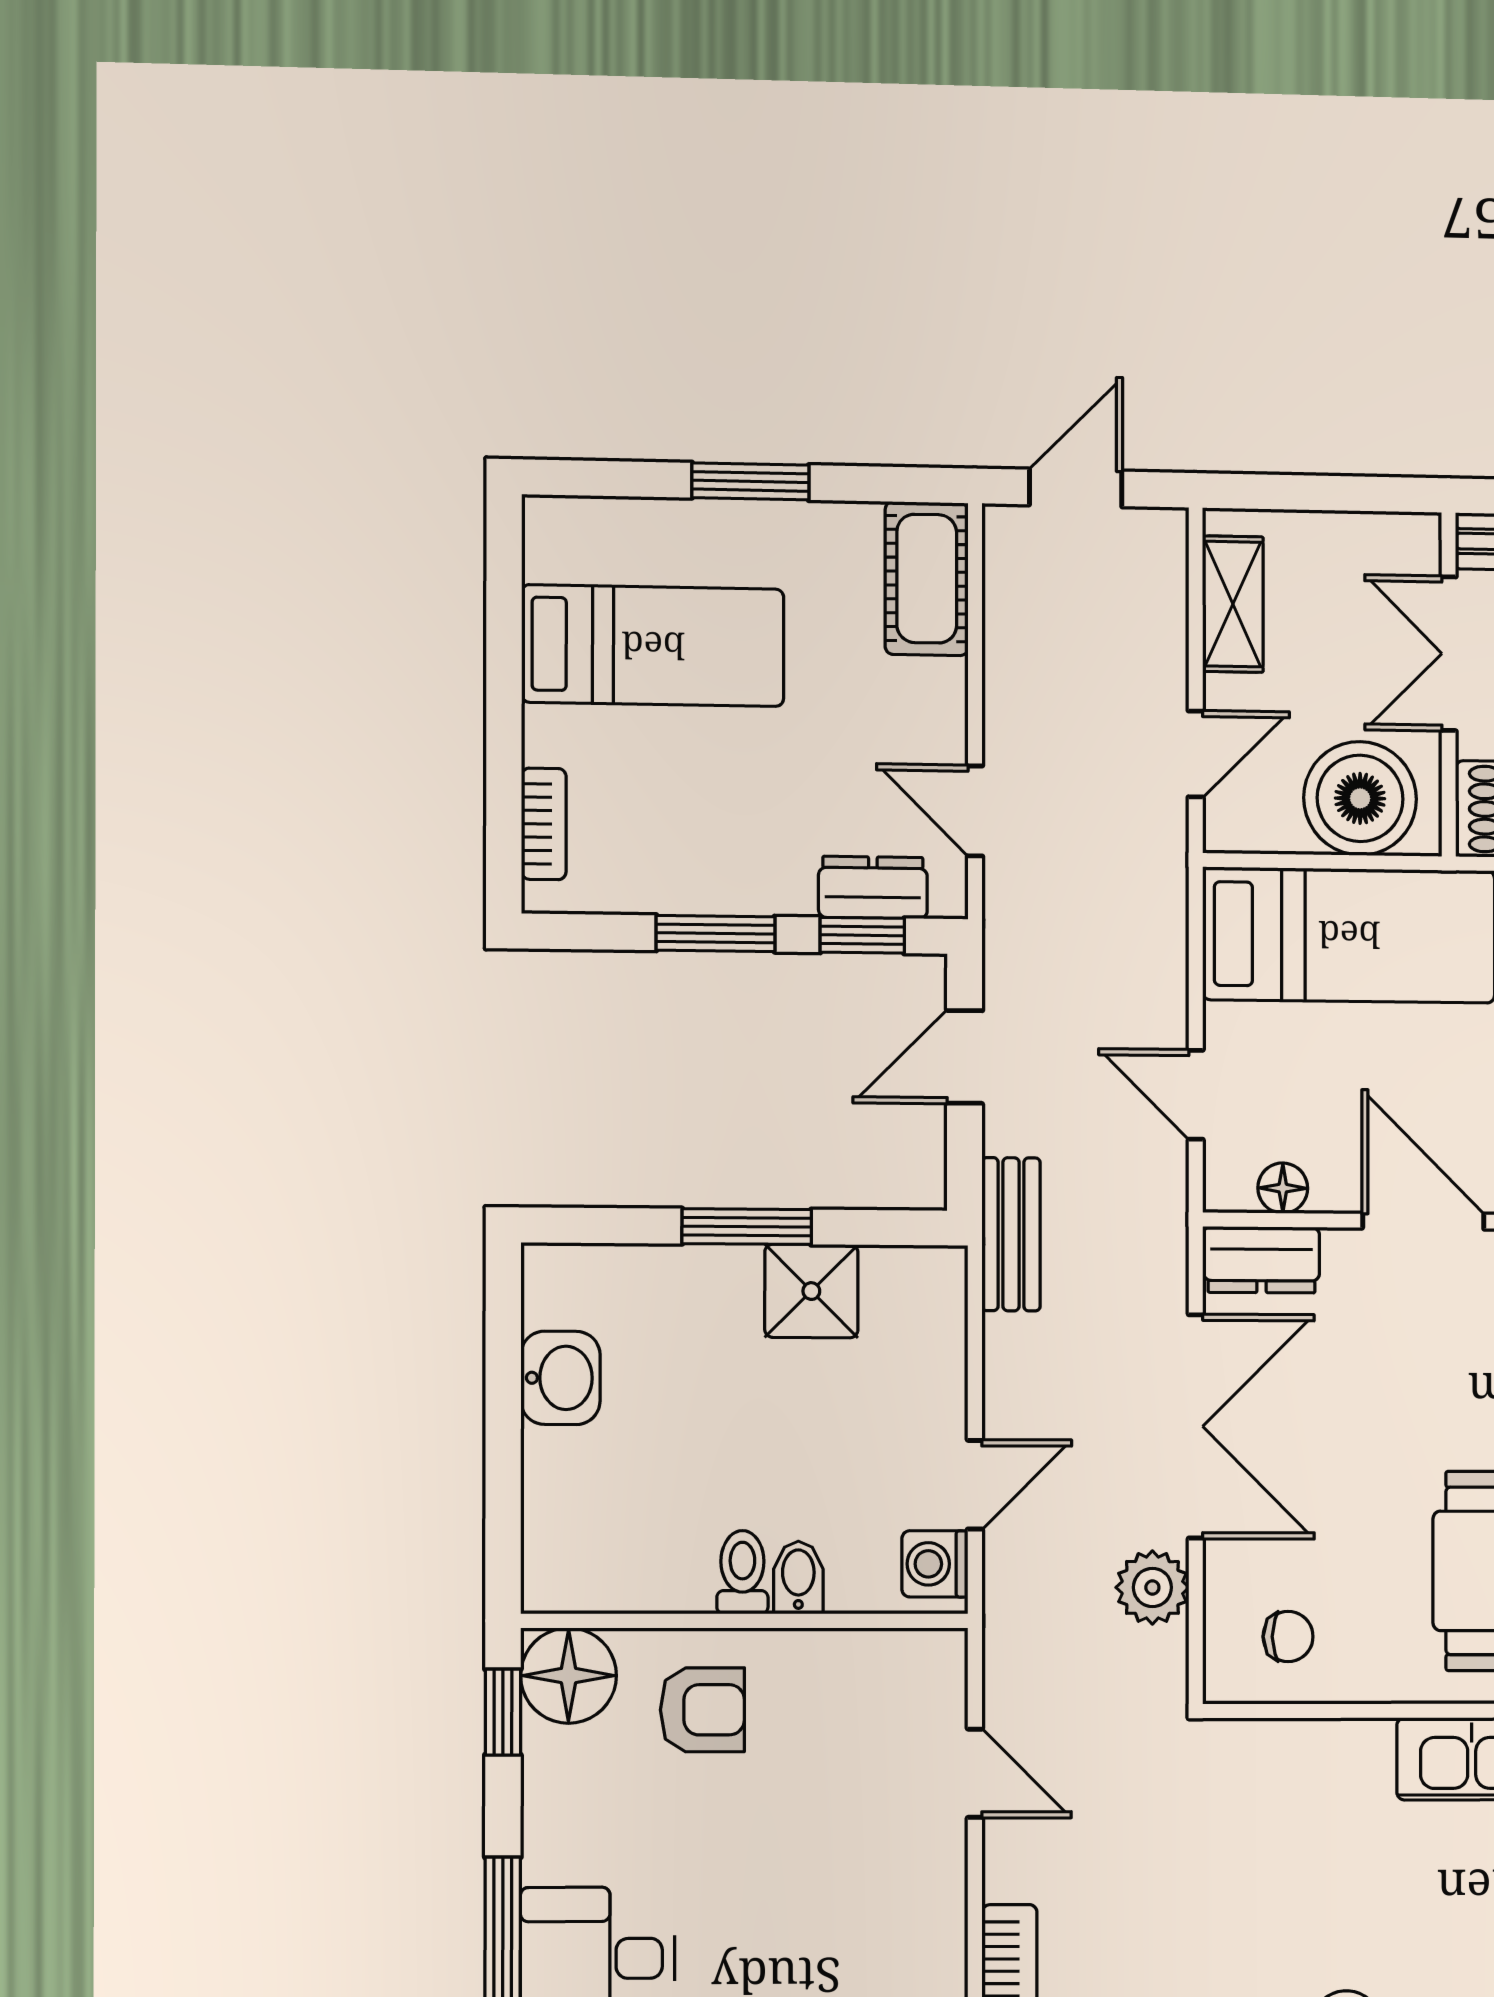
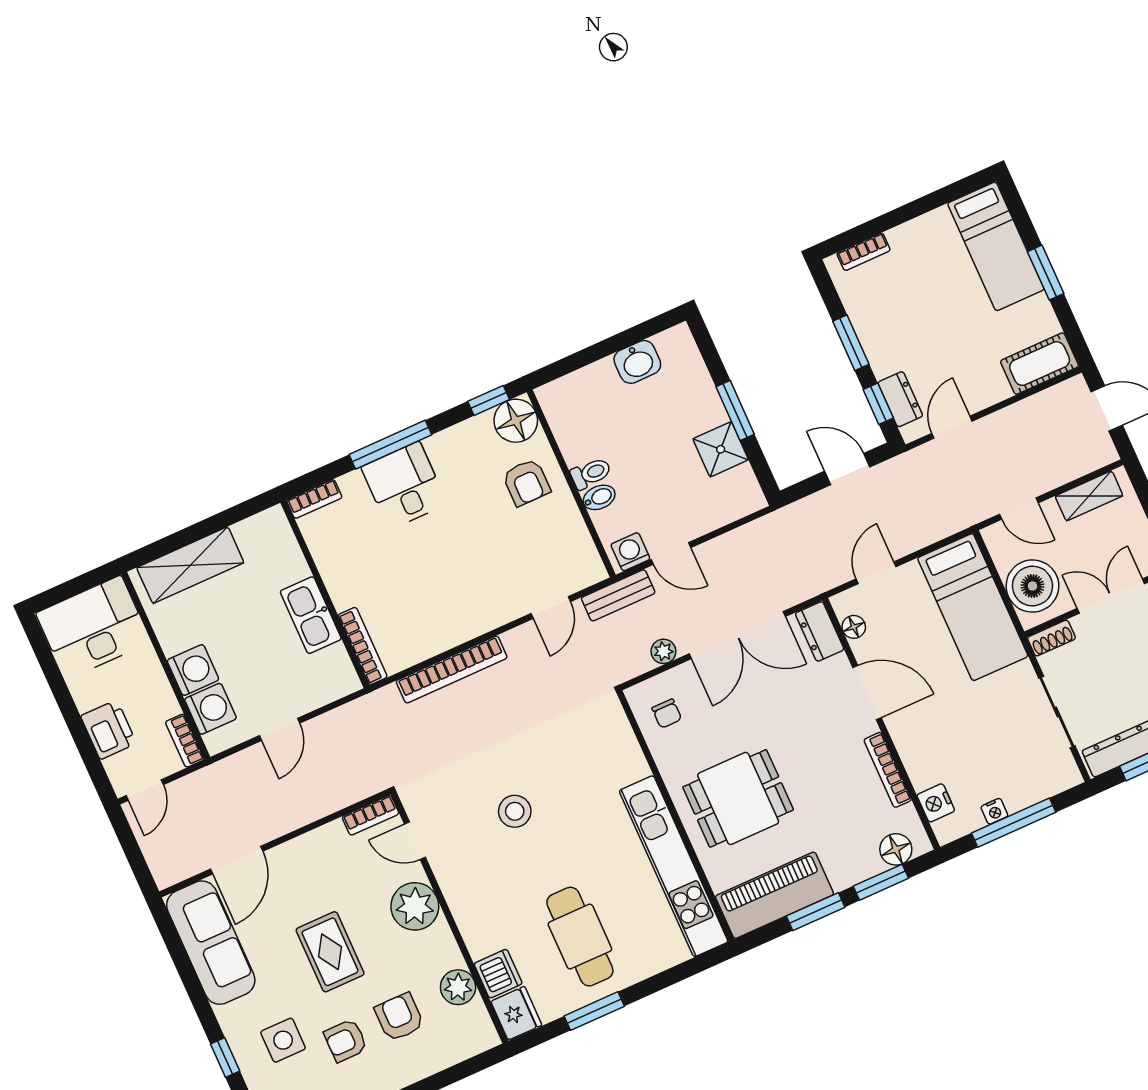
bed: (653, 646) -> (996, 246), moved
door: (1423, 1221) -> (867, 692), hinge flipped
bench: (1011, 1234) -> (618, 595), moved
plant: (1152, 1587) -> (663, 651), width x0.73, depth x0.73

